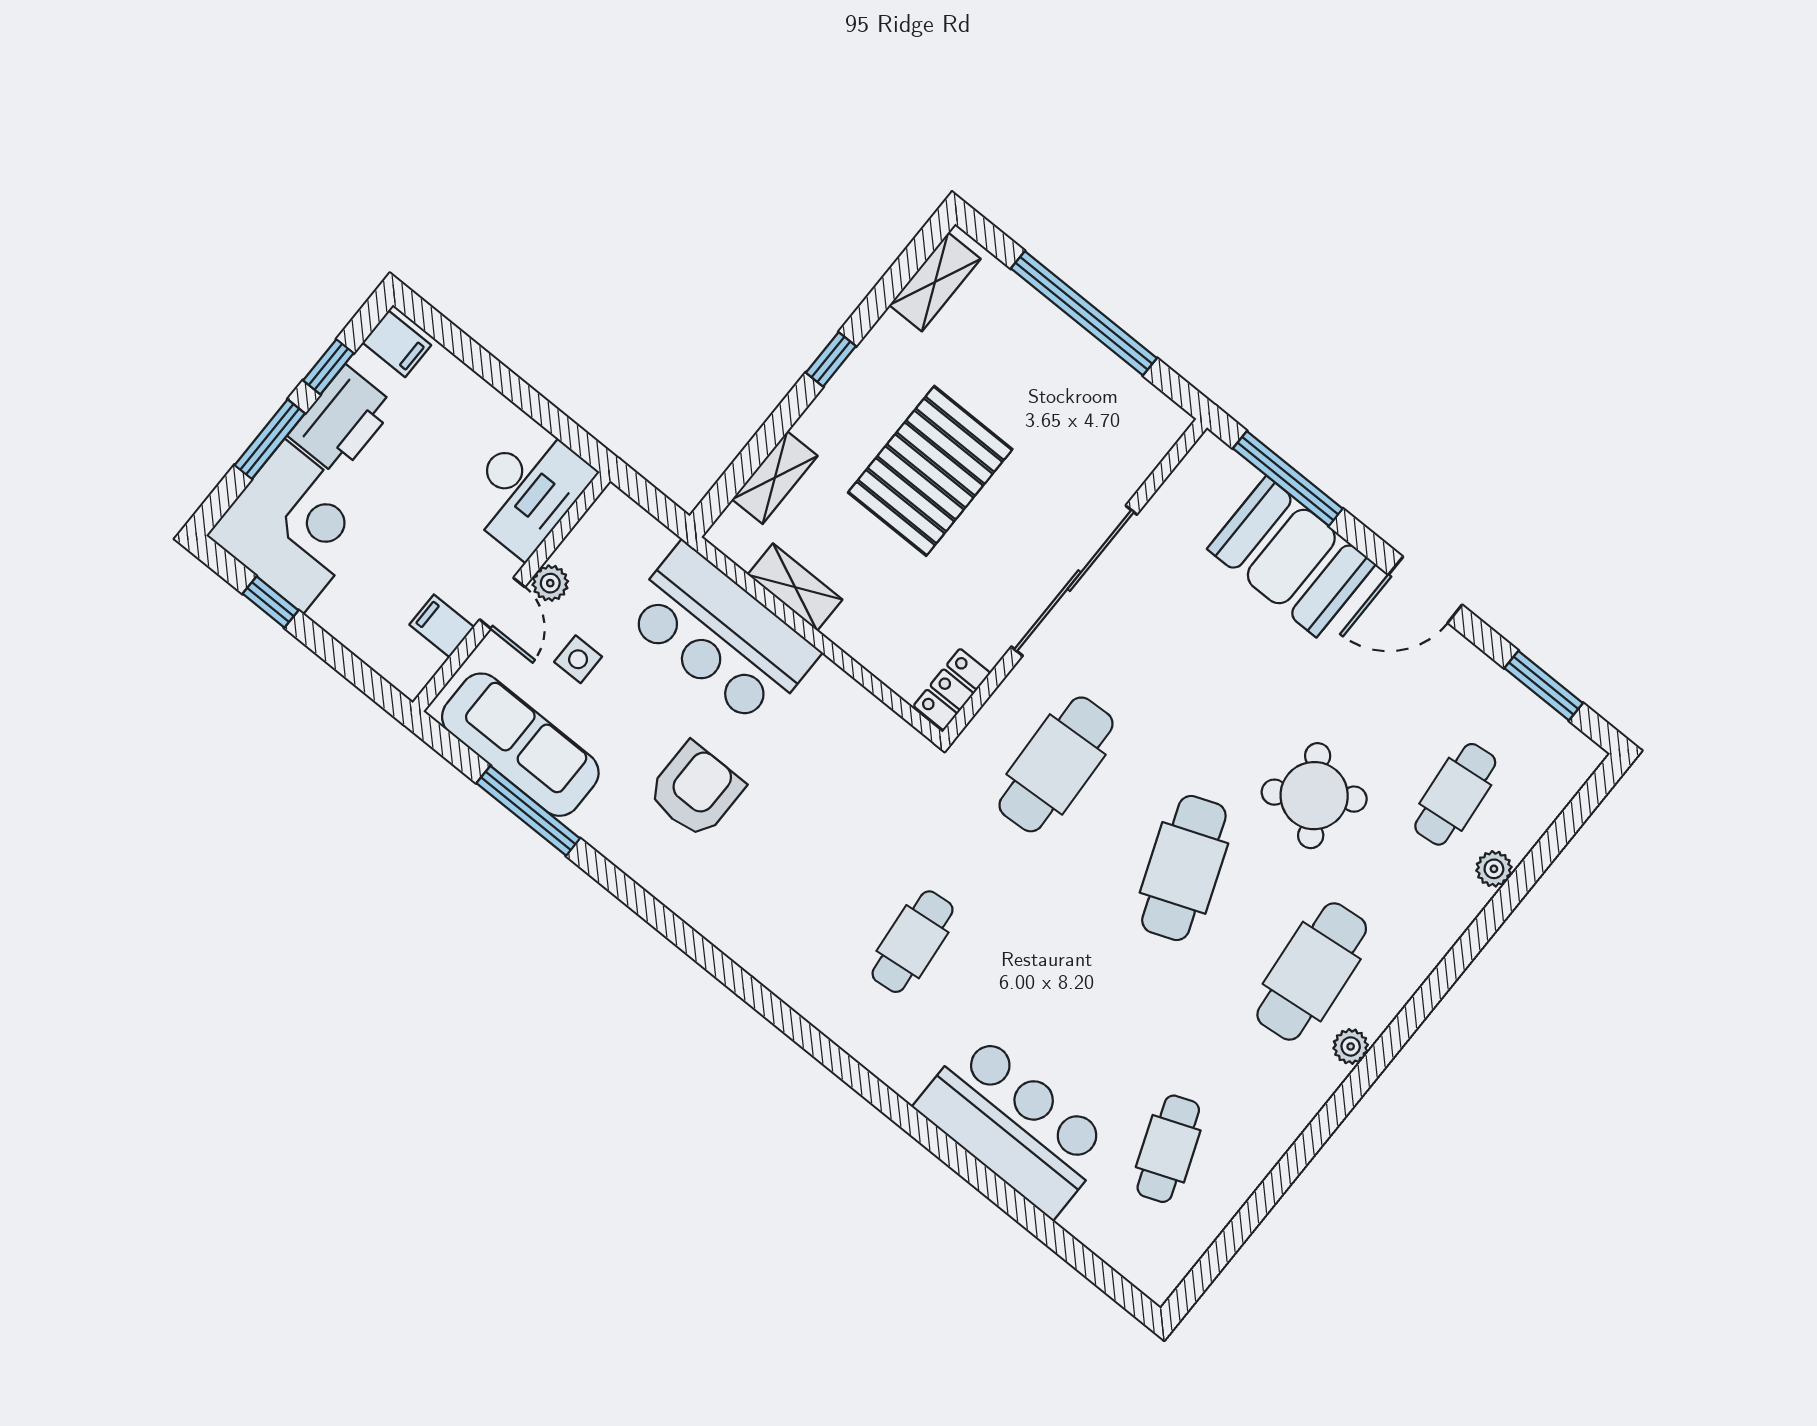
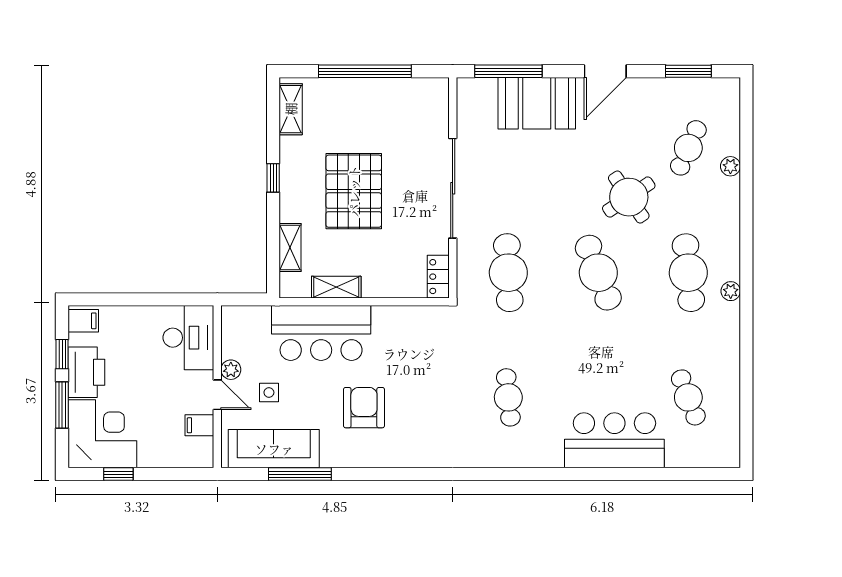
cafe table: (1455, 794) -> (688, 148), turned 30

